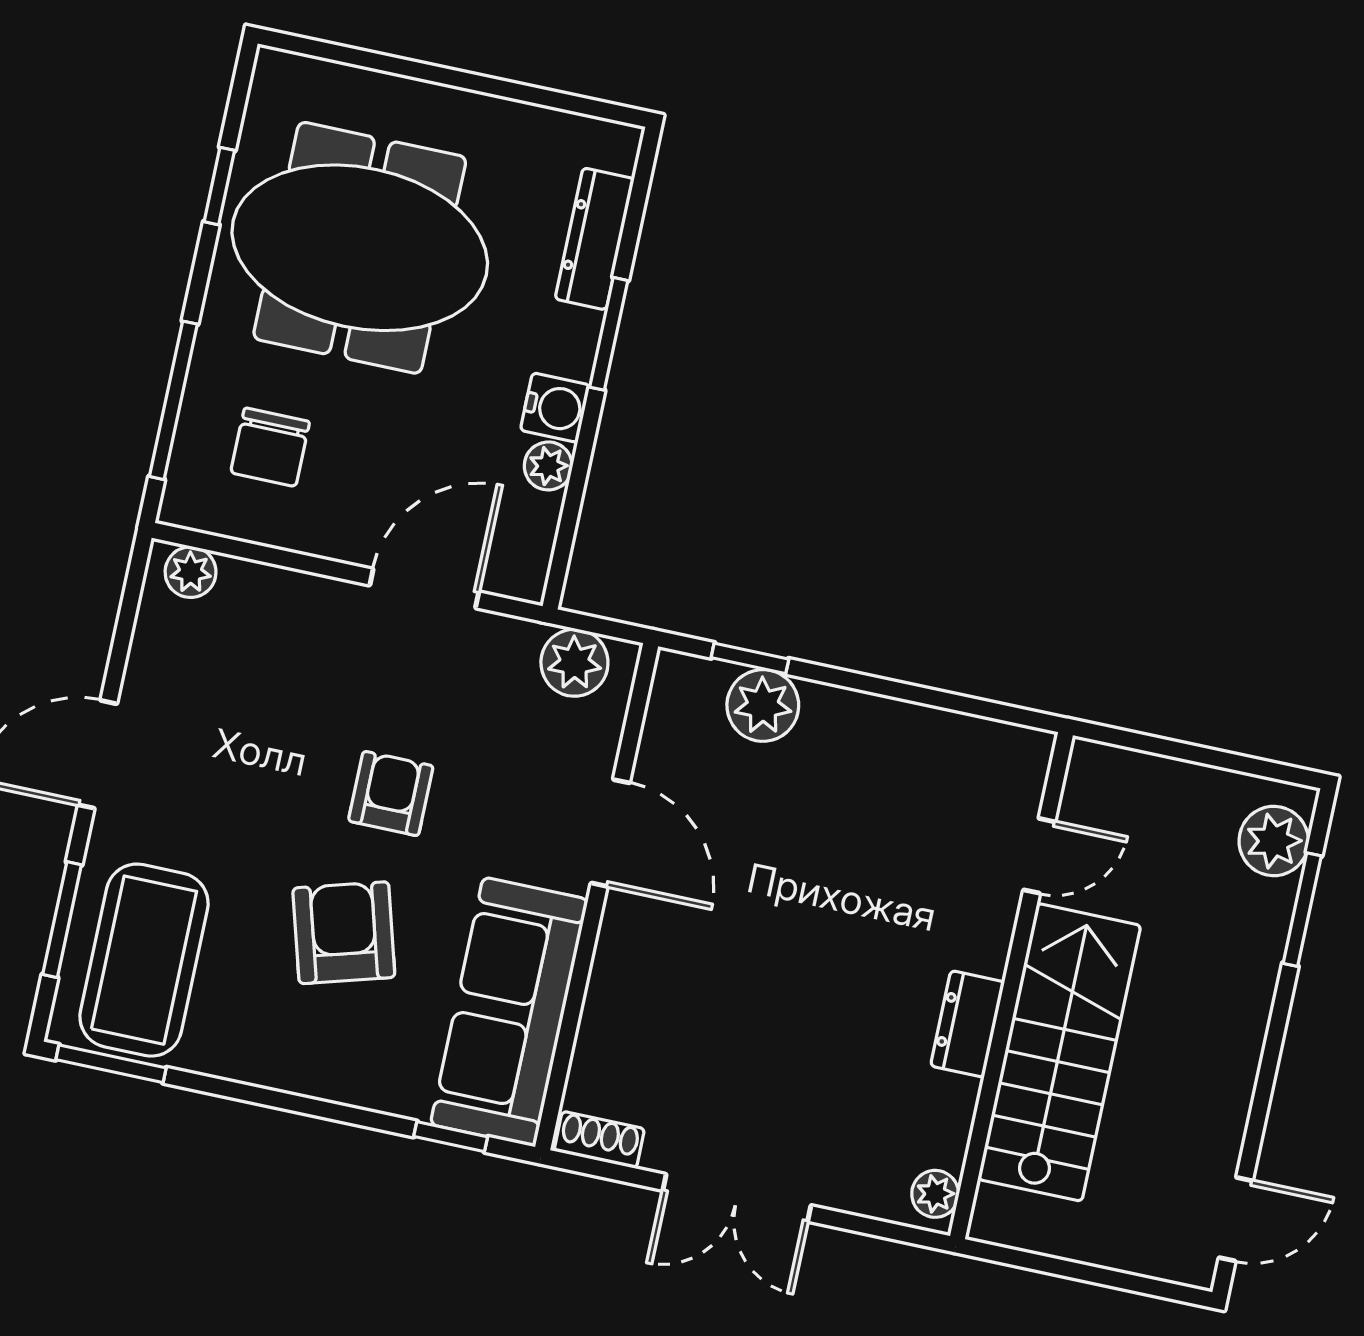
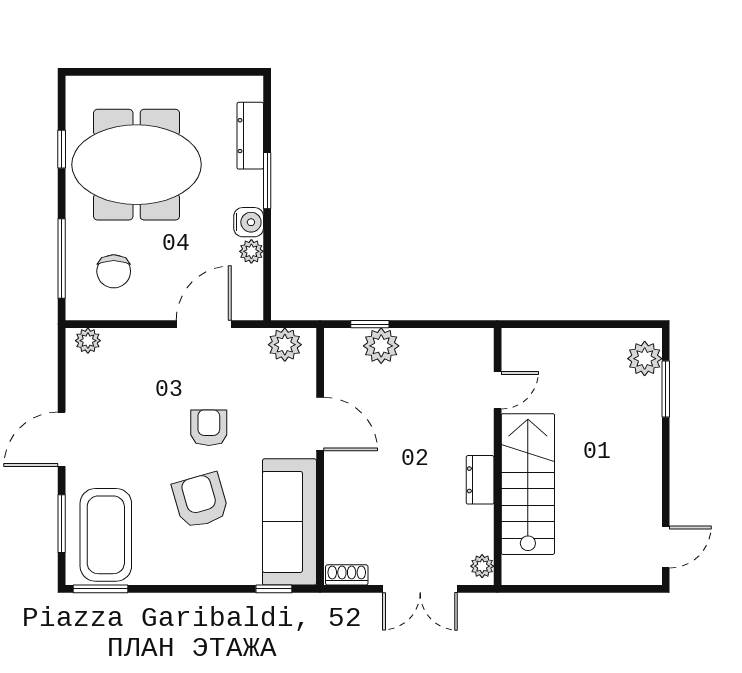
door: (1039, 856) -> (498, 390), moved
wall: (1011, 986) -> (498, 457), moved
dresser: (967, 1024) -> (480, 480), moved
stairs: (1059, 1052) -> (528, 484), moved
plant: (935, 1194) -> (482, 566), moved

